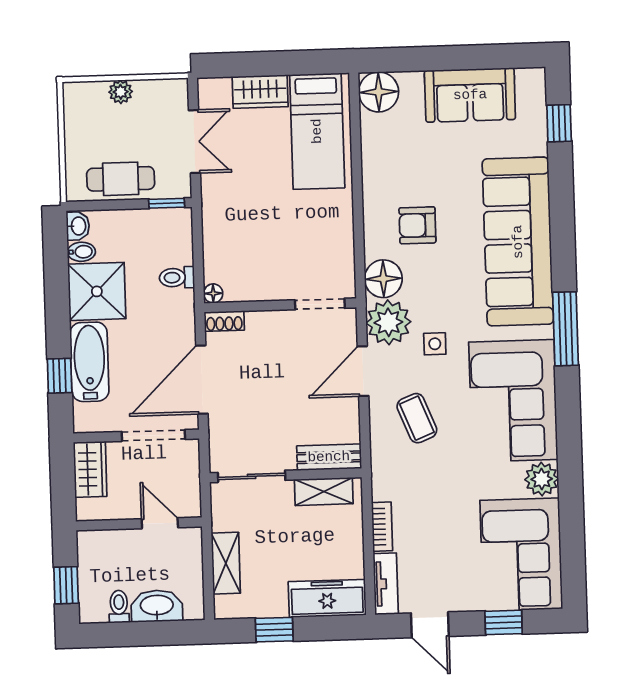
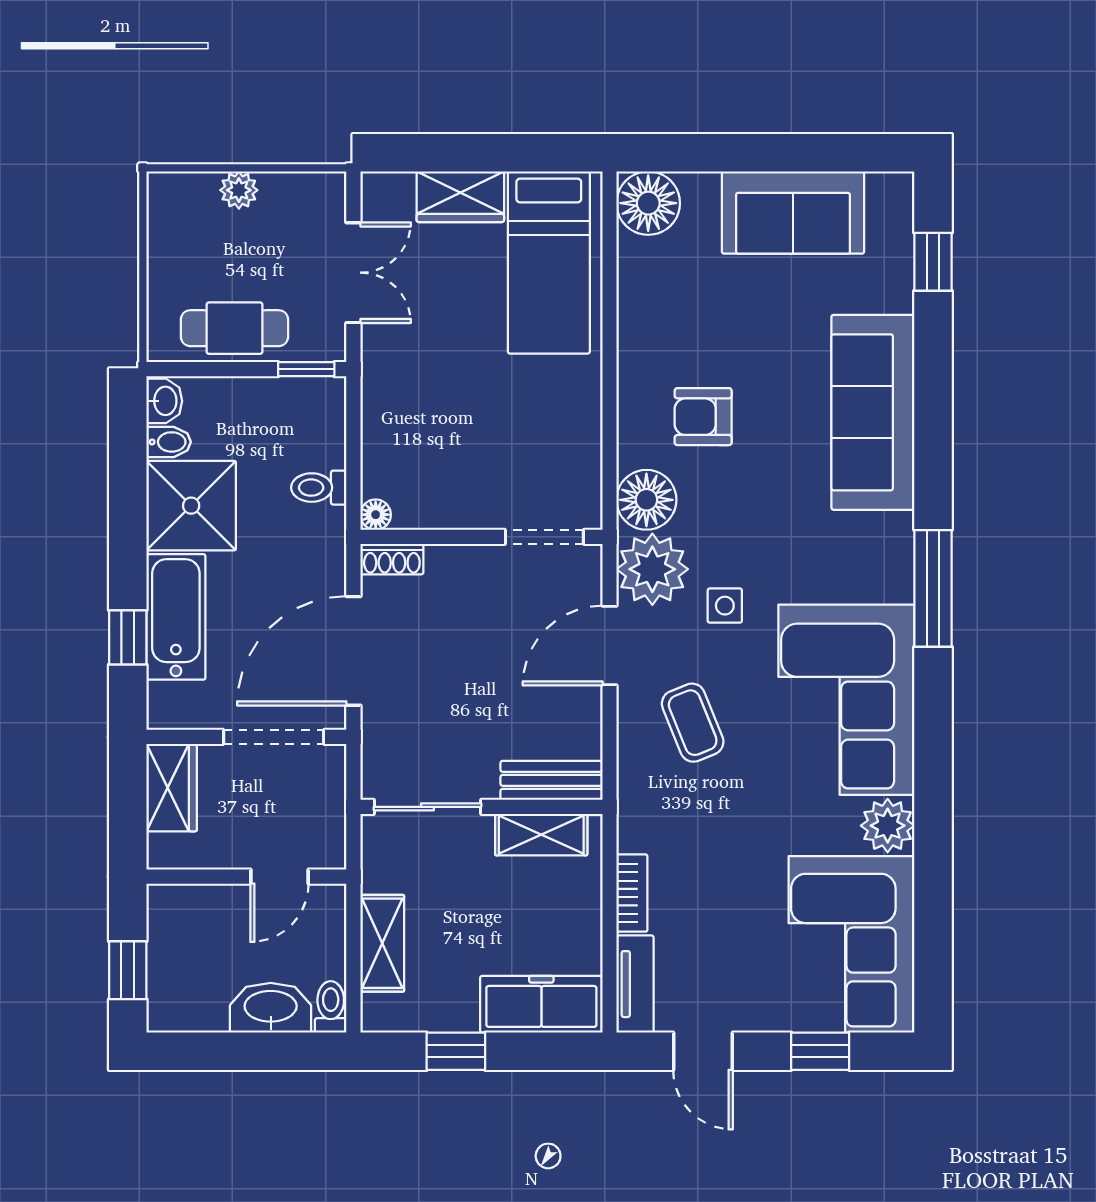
sofa: (518, 242) -> (873, 412), width x0.74, depth x0.79
door: (160, 523) -> (279, 877), swing flipped
toilet: (119, 607) -> (331, 1007), moved

